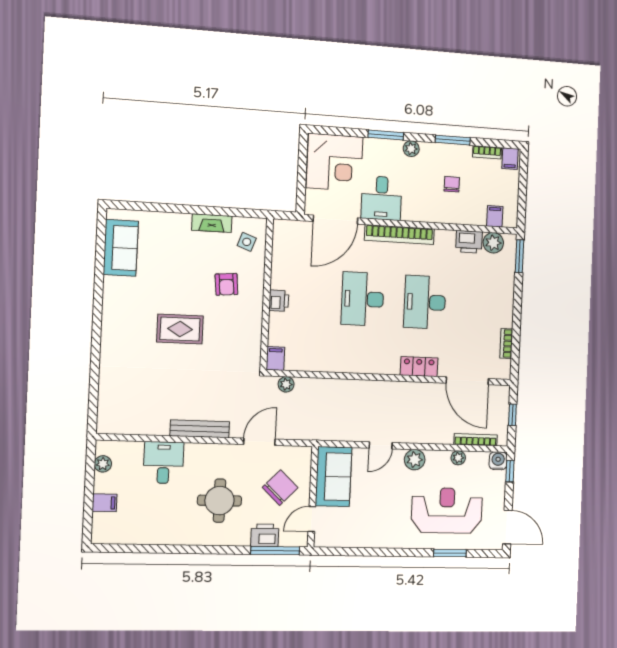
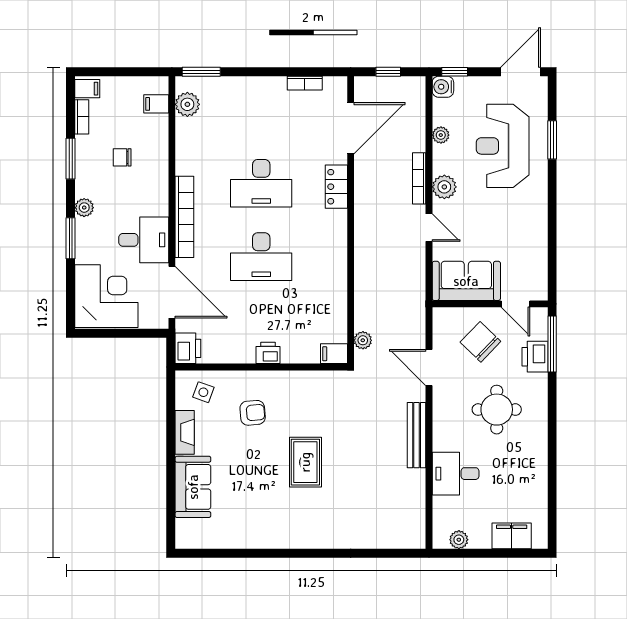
printer: (469, 242) -> (188, 348), moved
sofa: (121, 248) -> (193, 487), moved, turned 90
bookcase: (475, 440) -> (419, 178), moved
filing cabinet: (105, 503) -> (512, 536), width x2.00

